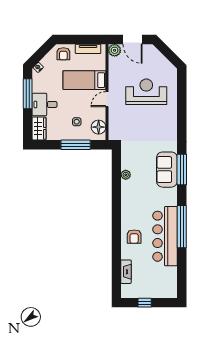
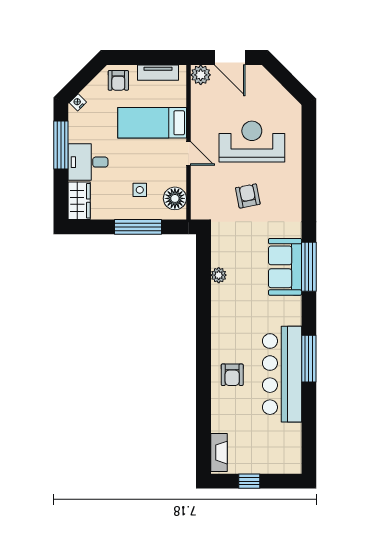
door: (107, 99) -> (189, 154), swing flipped
armchair: (144, 126) -> (248, 196), added
window: (182, 227) -> (309, 359), width x0.68
fireplace: (126, 272) -> (219, 453), moved

